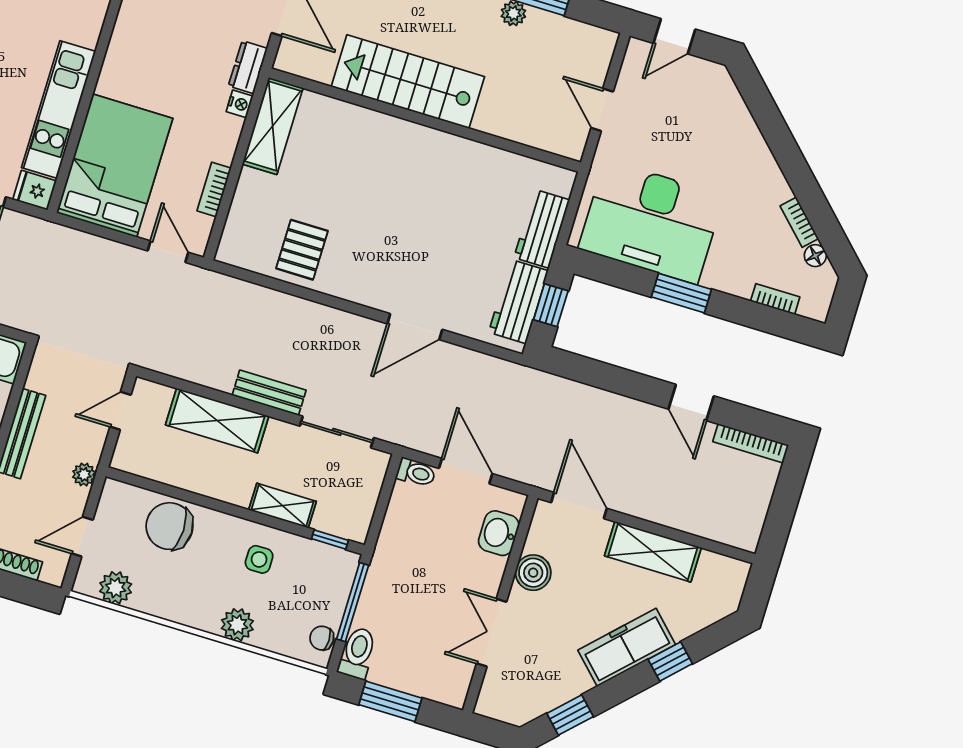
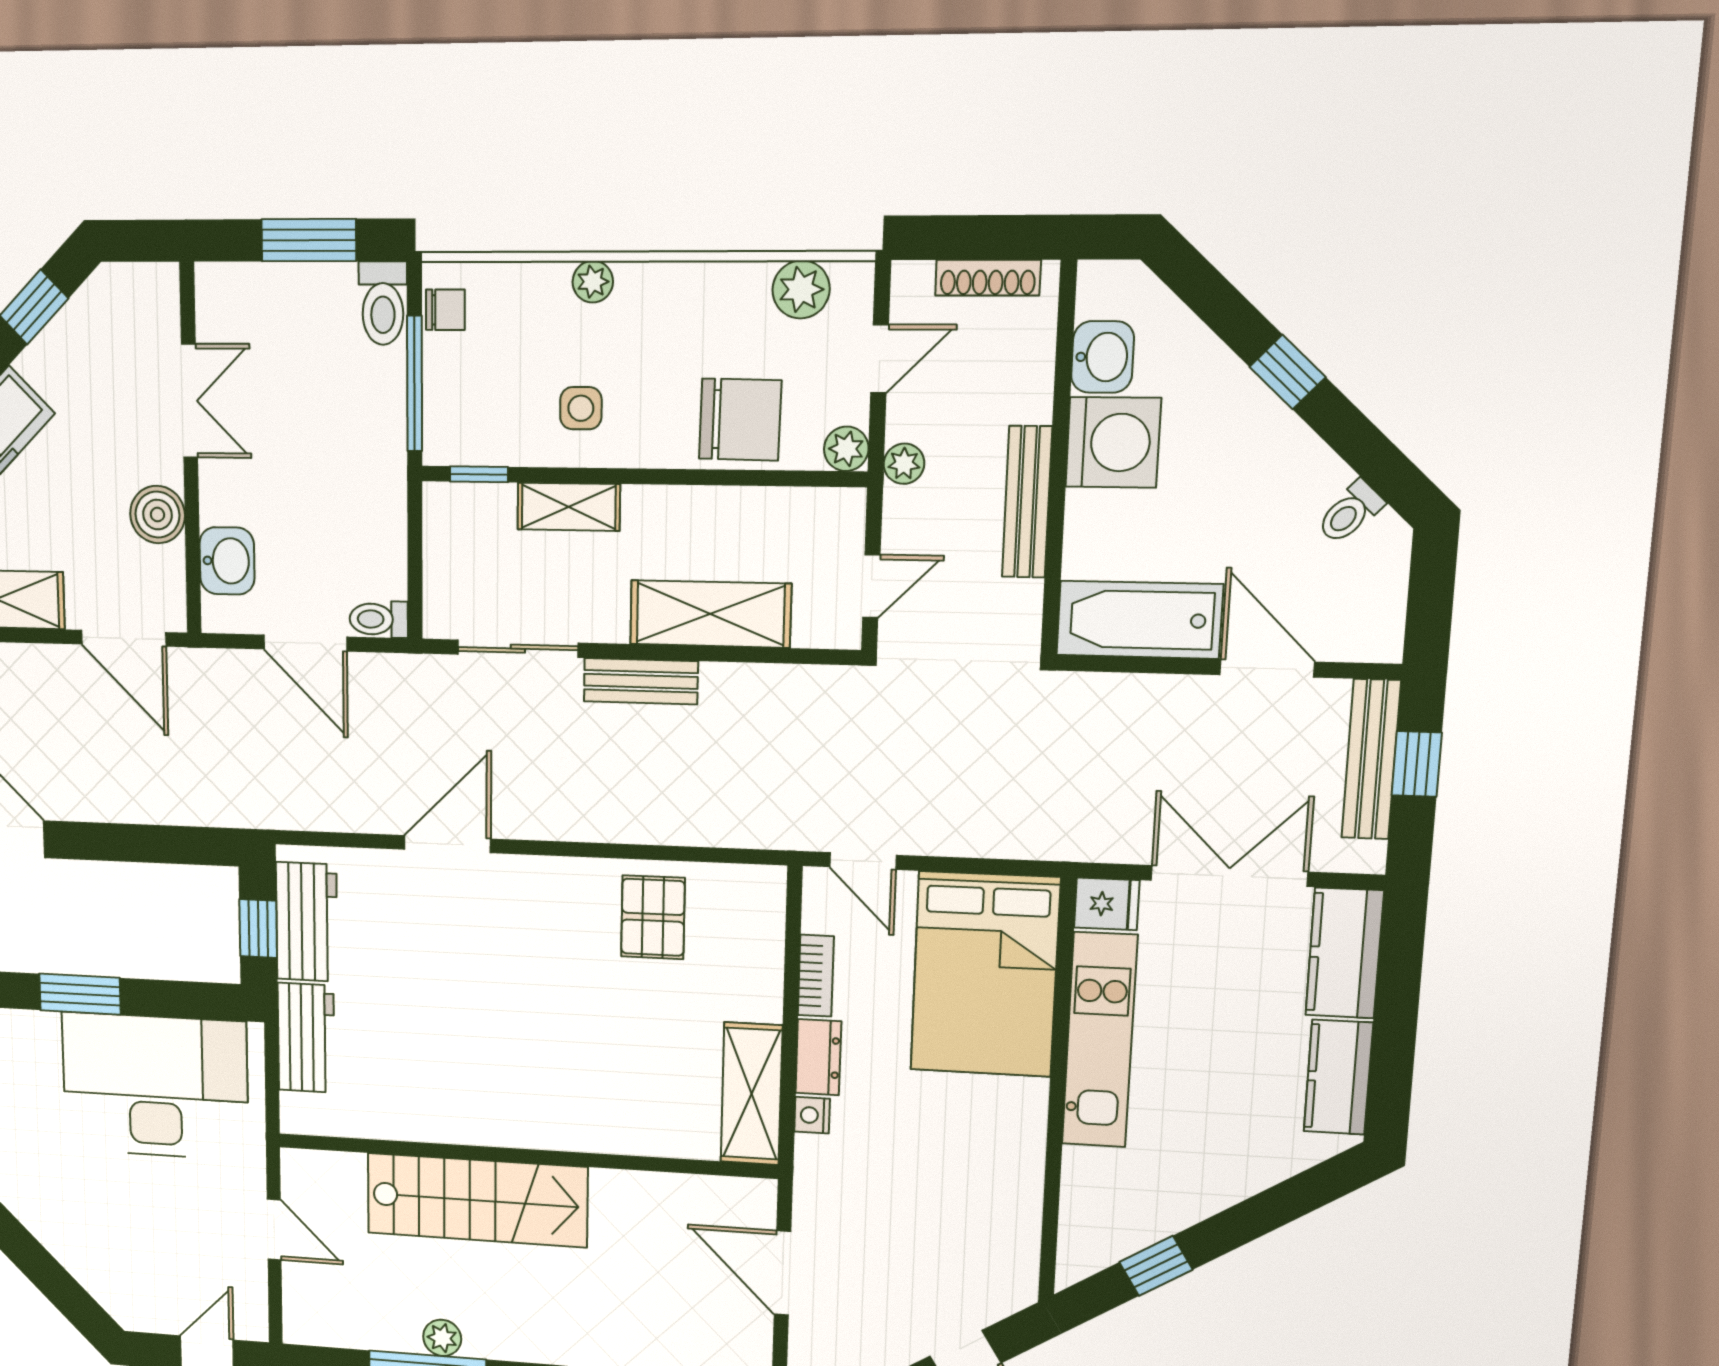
dresser: (248, 67) -> (818, 1057), moved
stairs: (408, 82) -> (477, 1200), moved
plant: (114, 492) -> (846, 449), added
plant: (237, 625) -> (593, 282), width x0.73, depth x0.73

